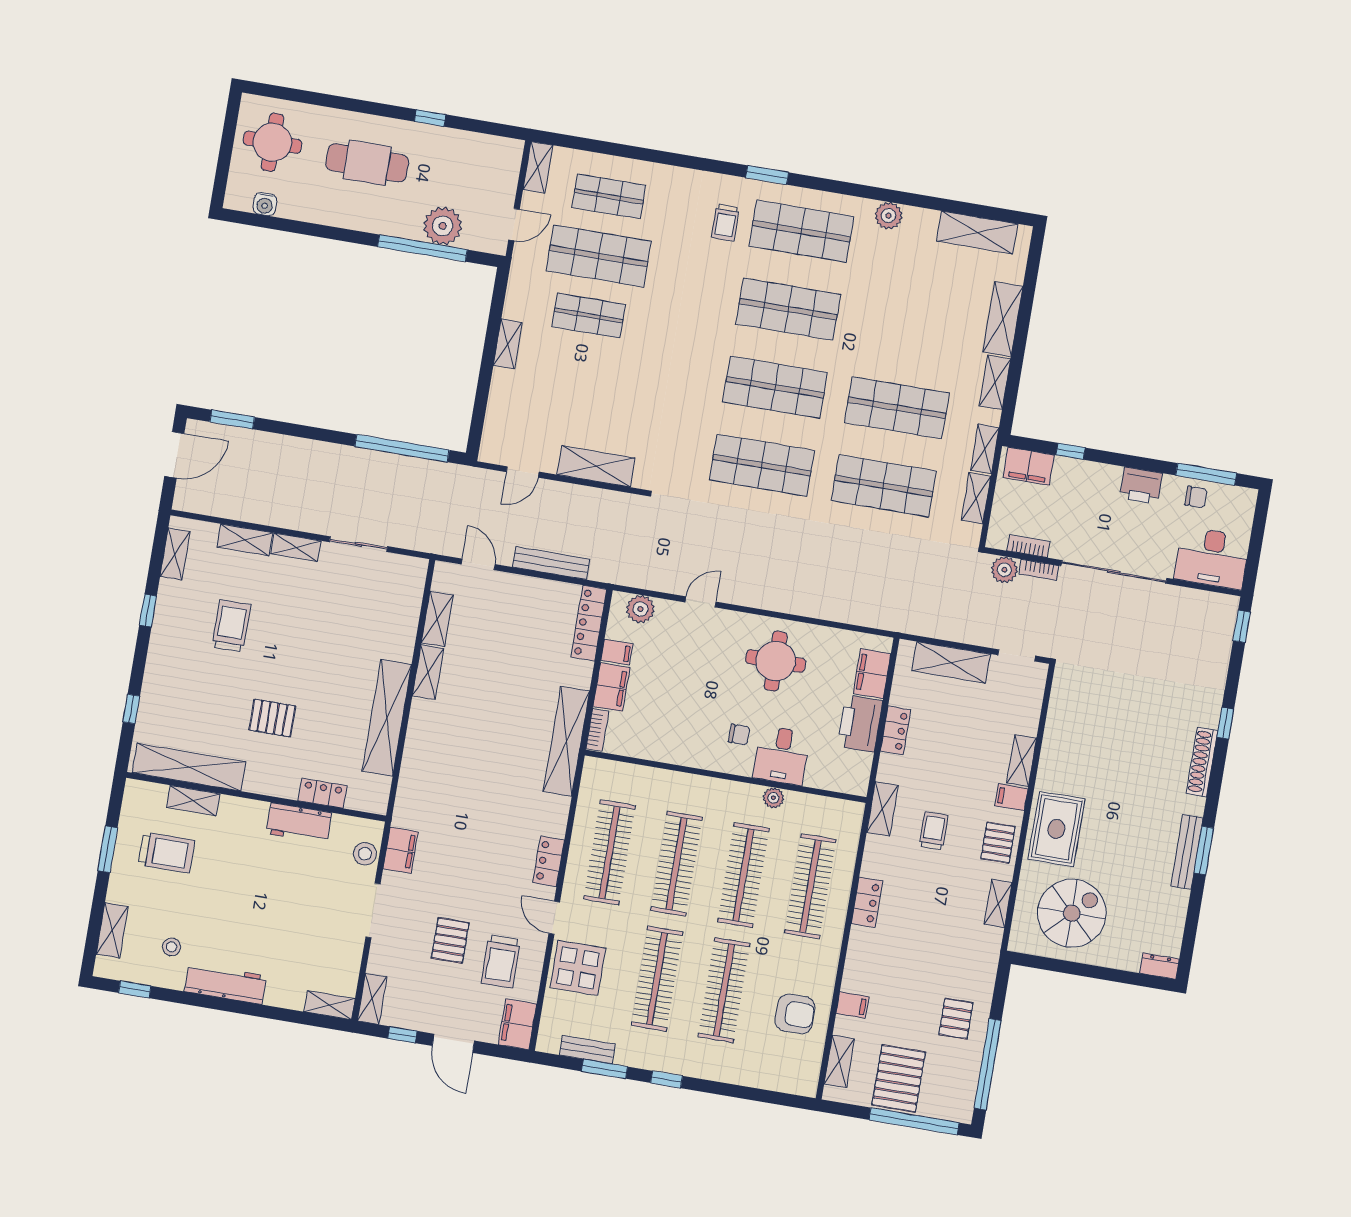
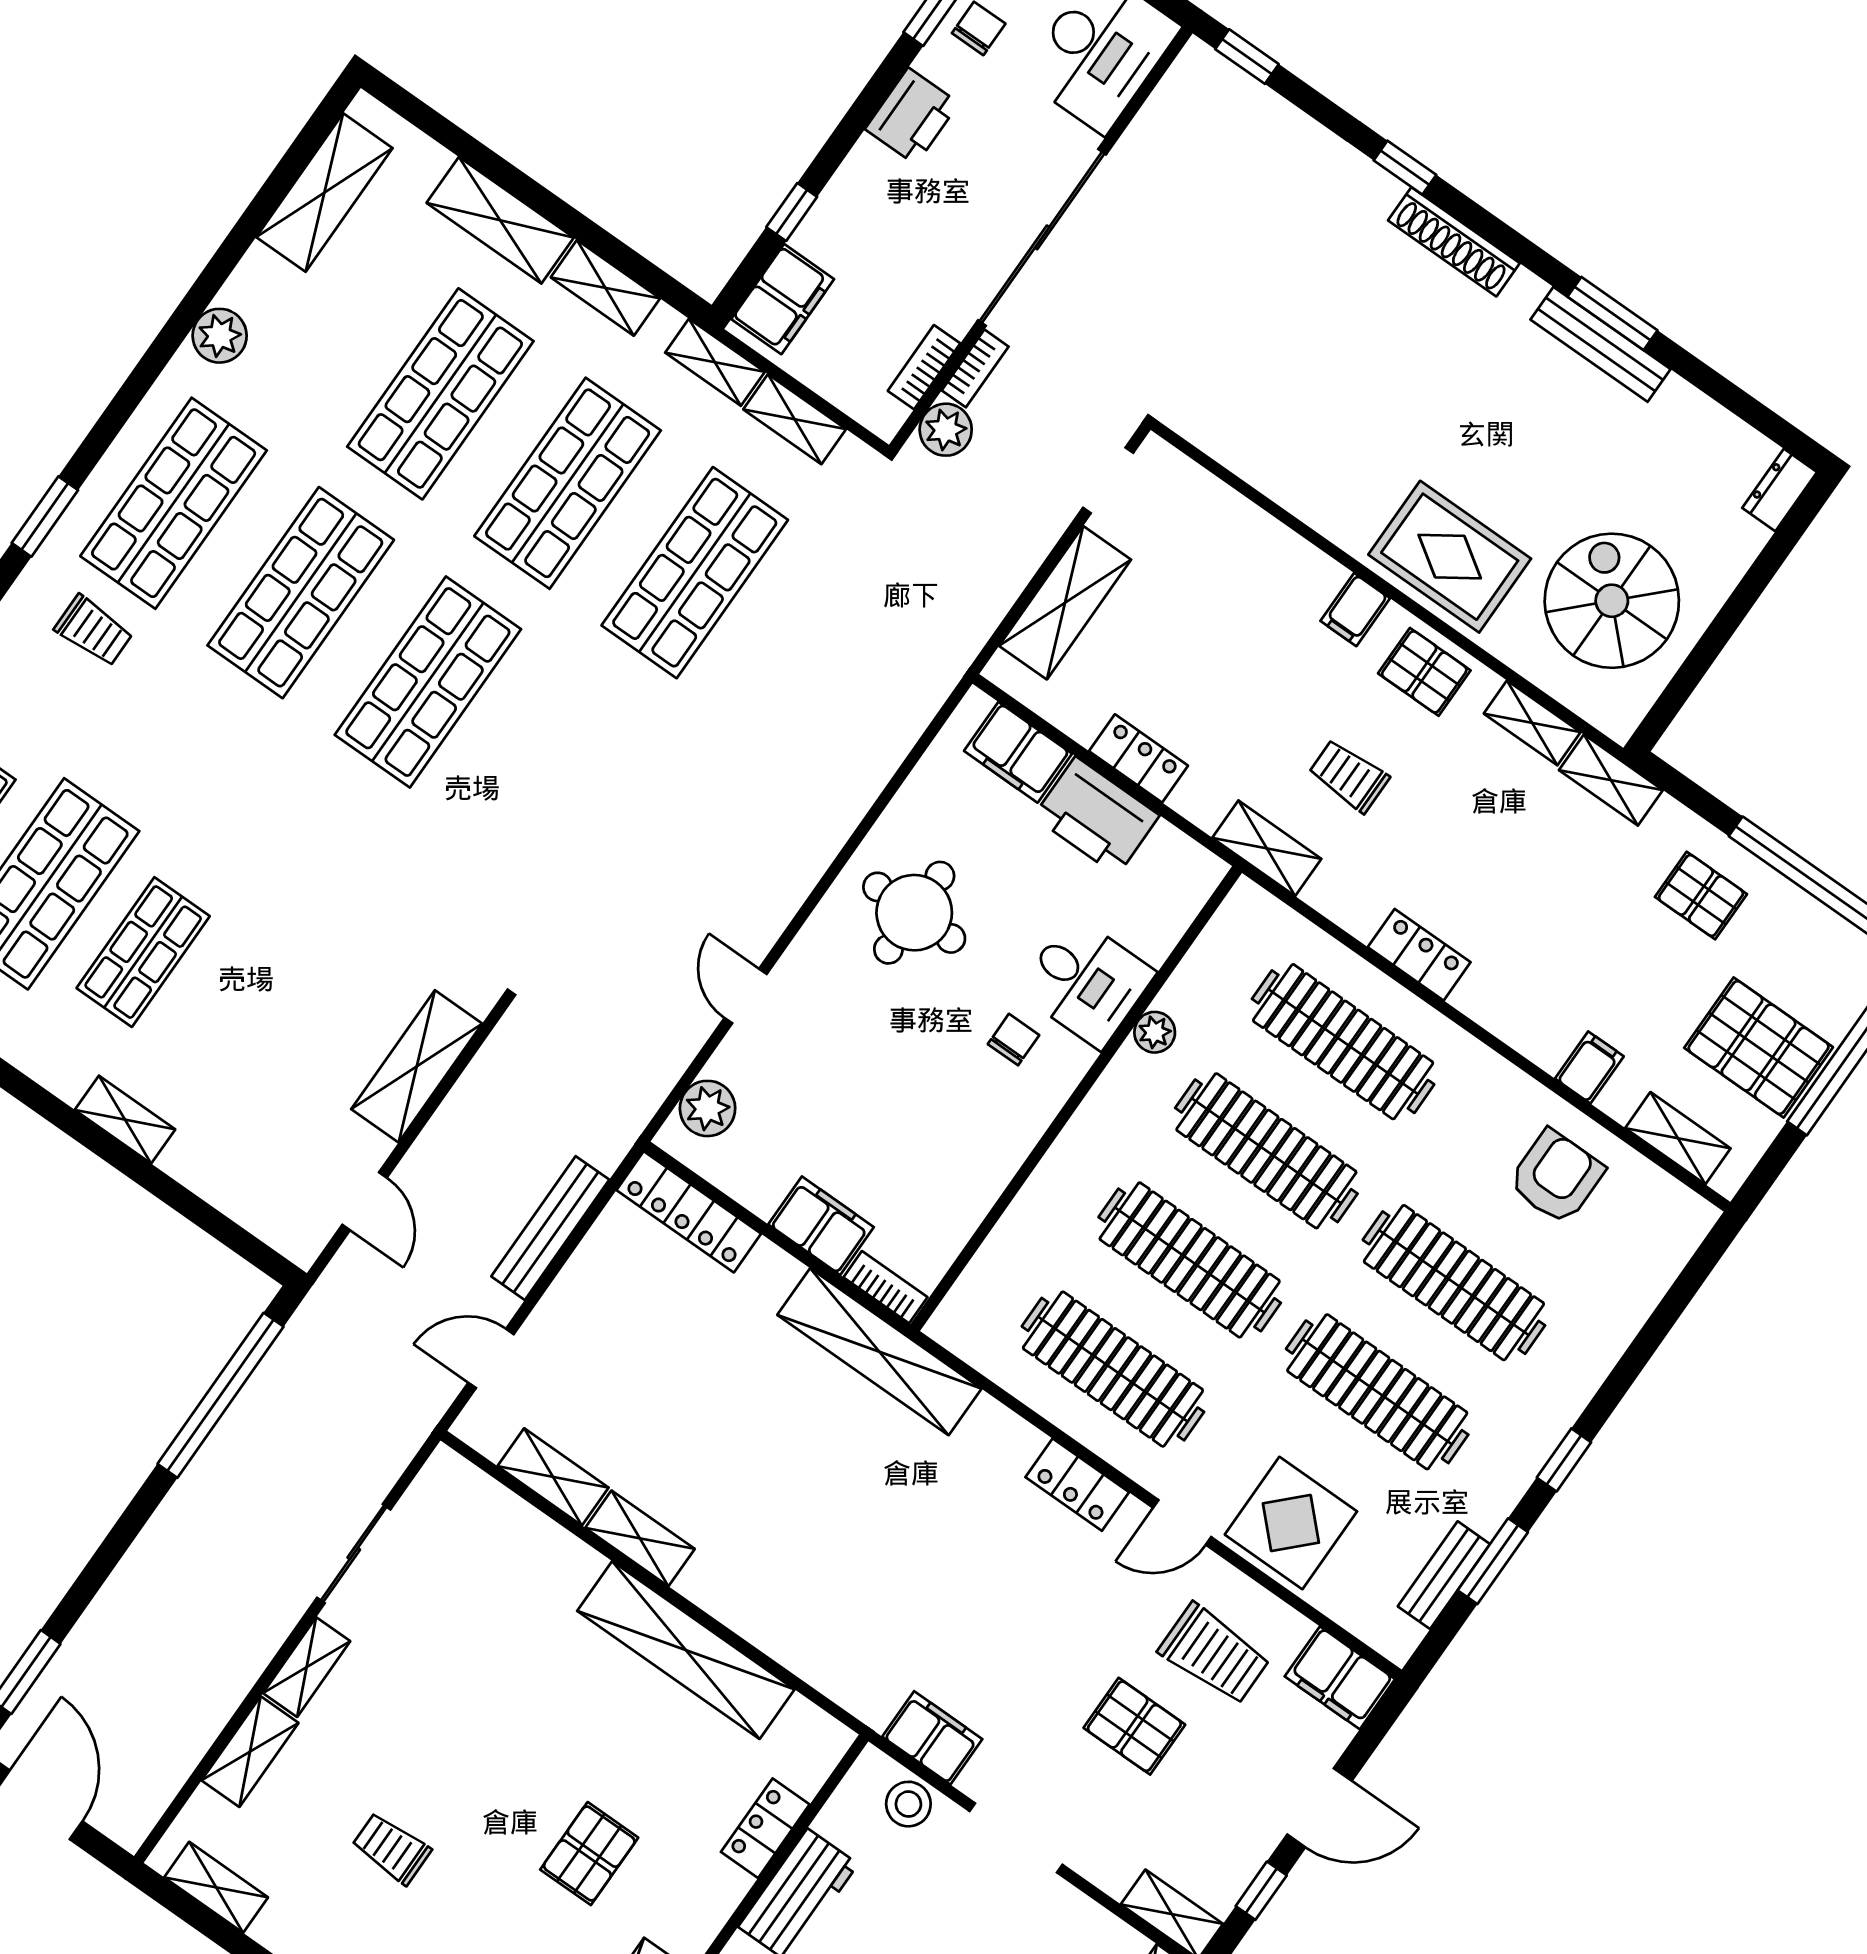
shop shelf: (762, 465) -> (440, 394), moved
trolley: (231, 626) -> (391, 1848), width x0.73, depth x0.72
filing cabinet: (617, 652) -> (764, 1187), removed
shelving: (1022, 761) -> (1611, 780), moved

